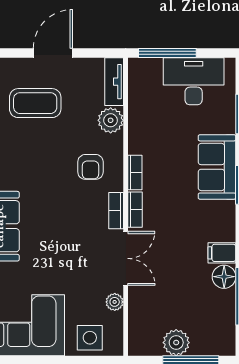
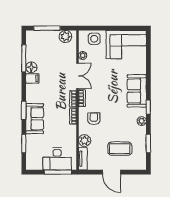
door: (53, 53) -> (111, 172), hinge flipped
desk: (194, 81) -> (57, 159), moved
double door: (126, 258) -> (77, 76), swing flipped
plant: (176, 343) -> (65, 36), moved

